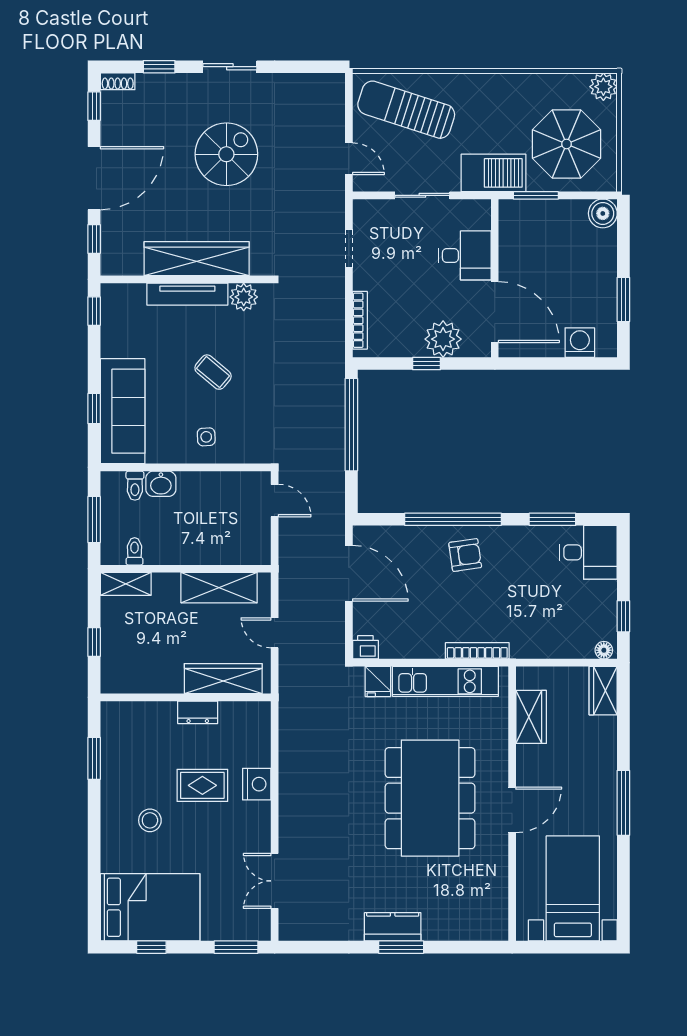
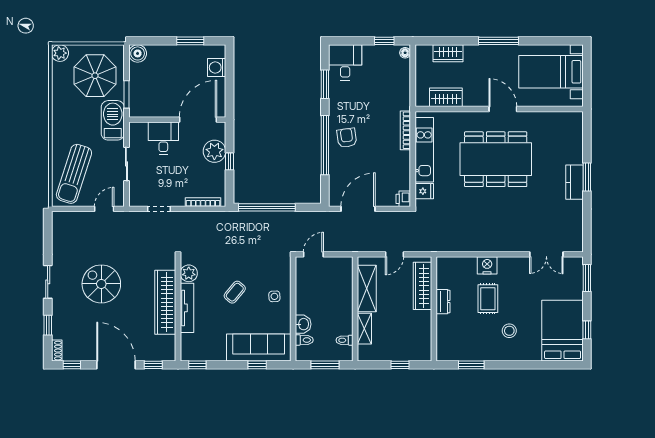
shelving: (126, 584) -> (364, 329), moved
wardrobe: (603, 691) -> (448, 53), moved

